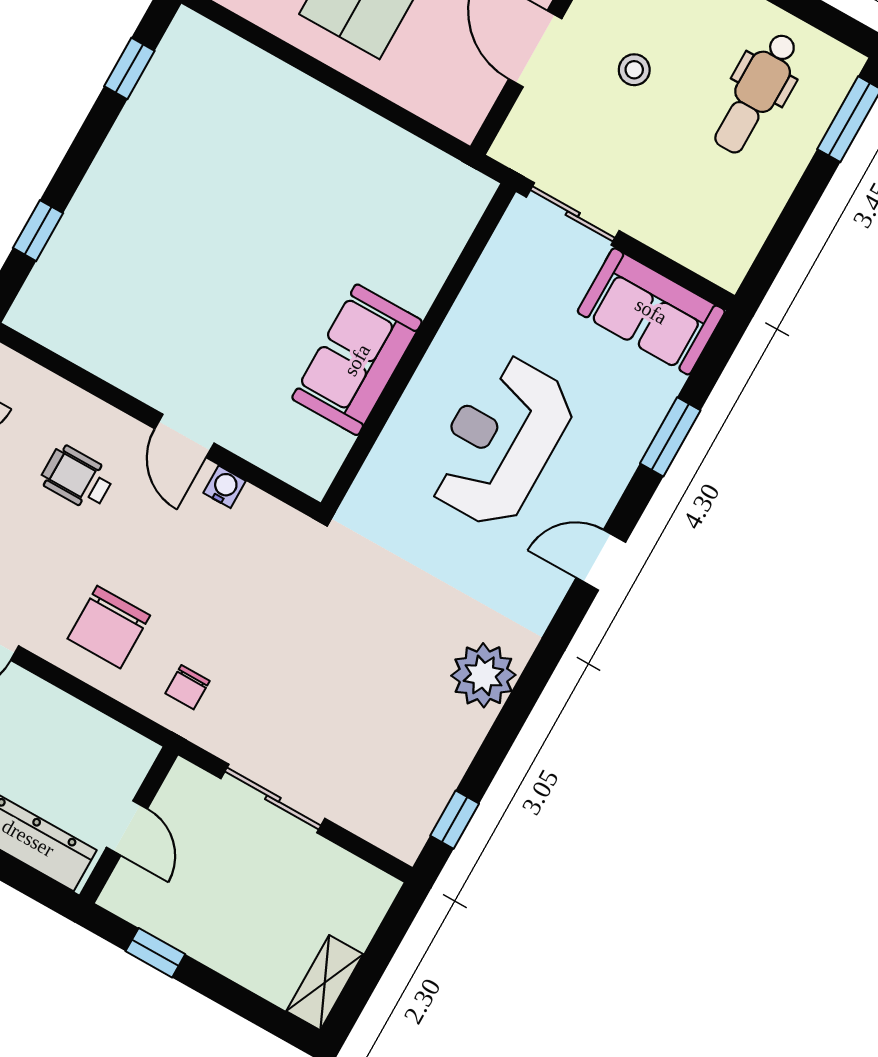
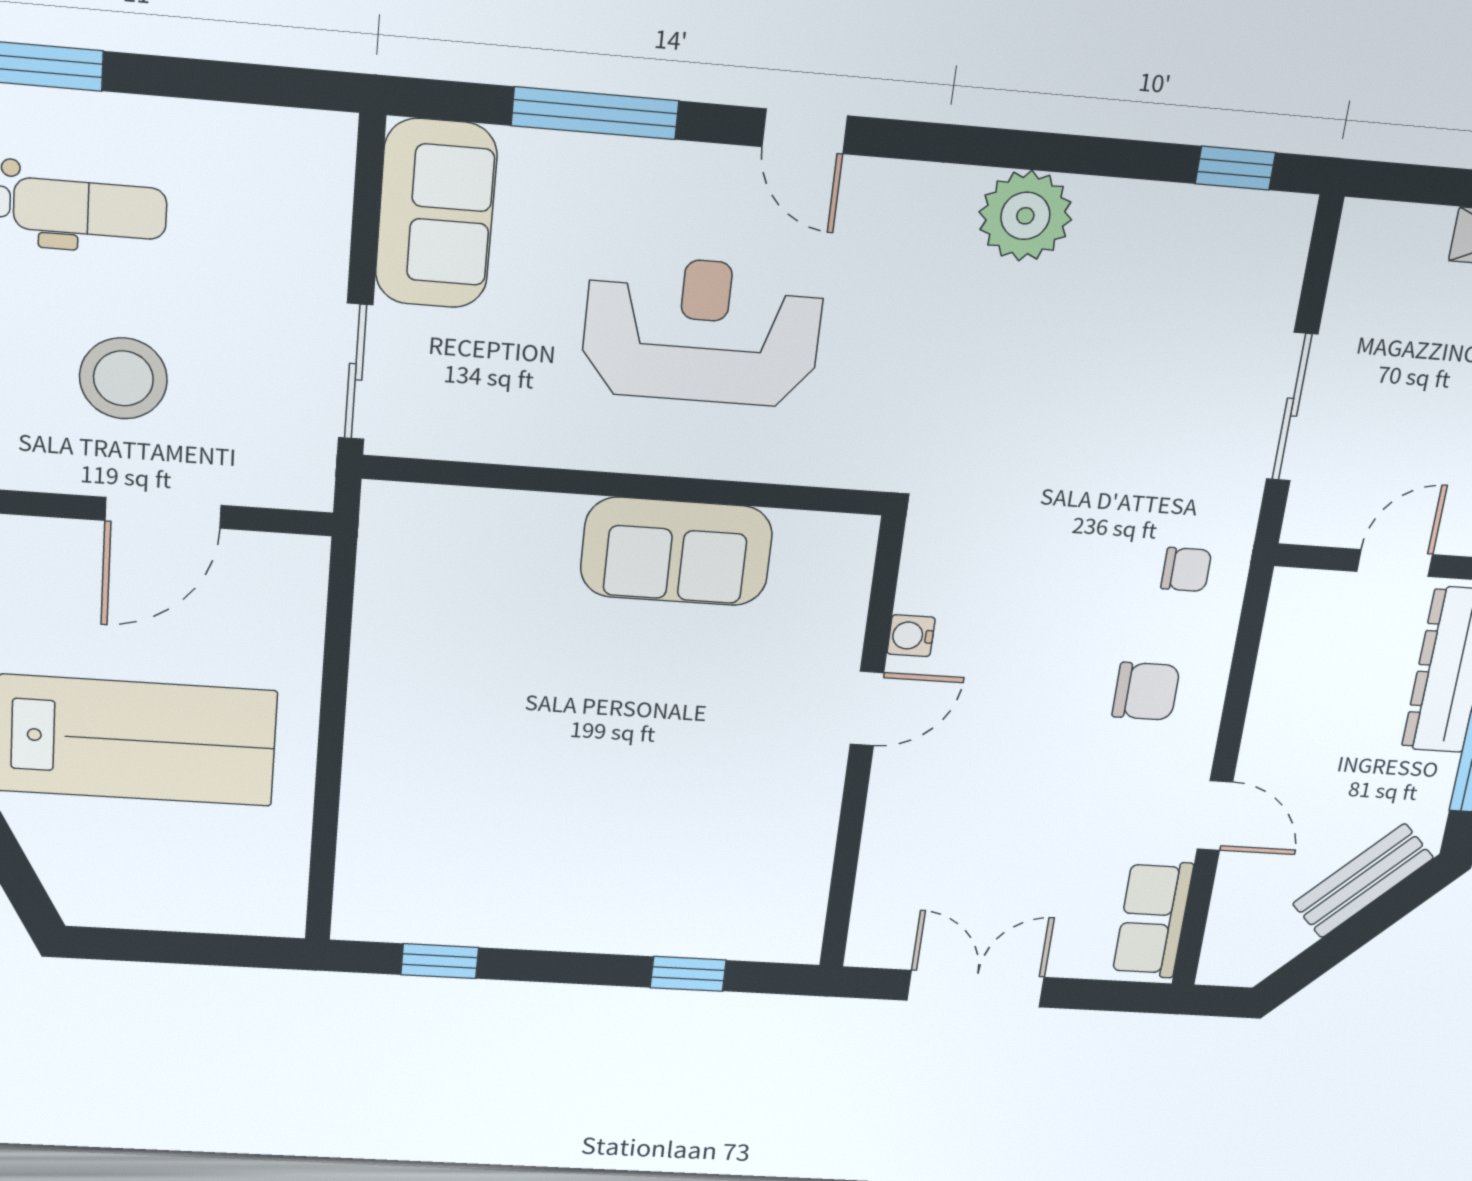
stool: (634, 70) -> (123, 378), width x1.89, depth x1.89
window: (670, 437) -> (595, 113), width x1.44
reception desk: (500, 441) -> (702, 331), turned 180
wheelchair: (77, 478) -> (973, 805), removed
chair: (109, 627) -> (1146, 691), width x0.73, depth x0.73

